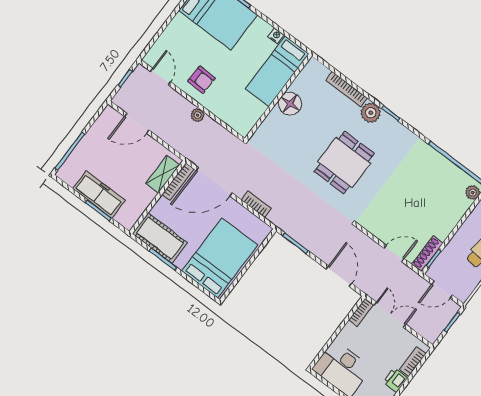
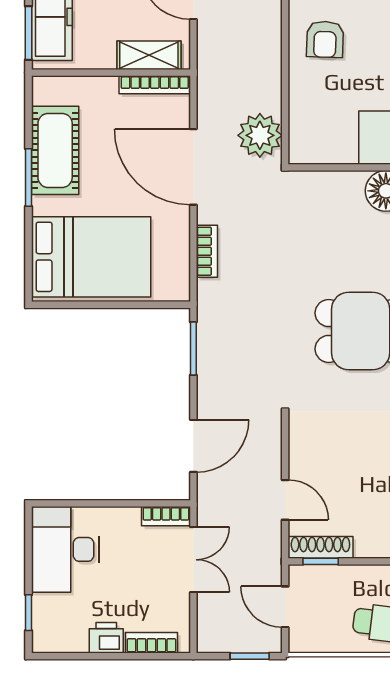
plant: (197, 115) -> (260, 135), moved, width x1.88, depth x1.88
shelving: (163, 174) -> (149, 55), moved
bookcase: (178, 182) -> (155, 85), moved
wall: (158, 197) -> (111, 73), moved

